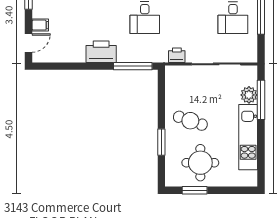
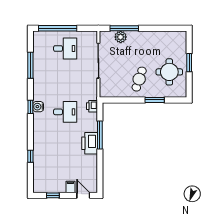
printer: (177, 55) -> (92, 106), moved
window: (133, 66) -> (100, 135), moved
kitchen unit: (248, 137) -> (151, 38), removed
window: (195, 190) -> (189, 63), moved

